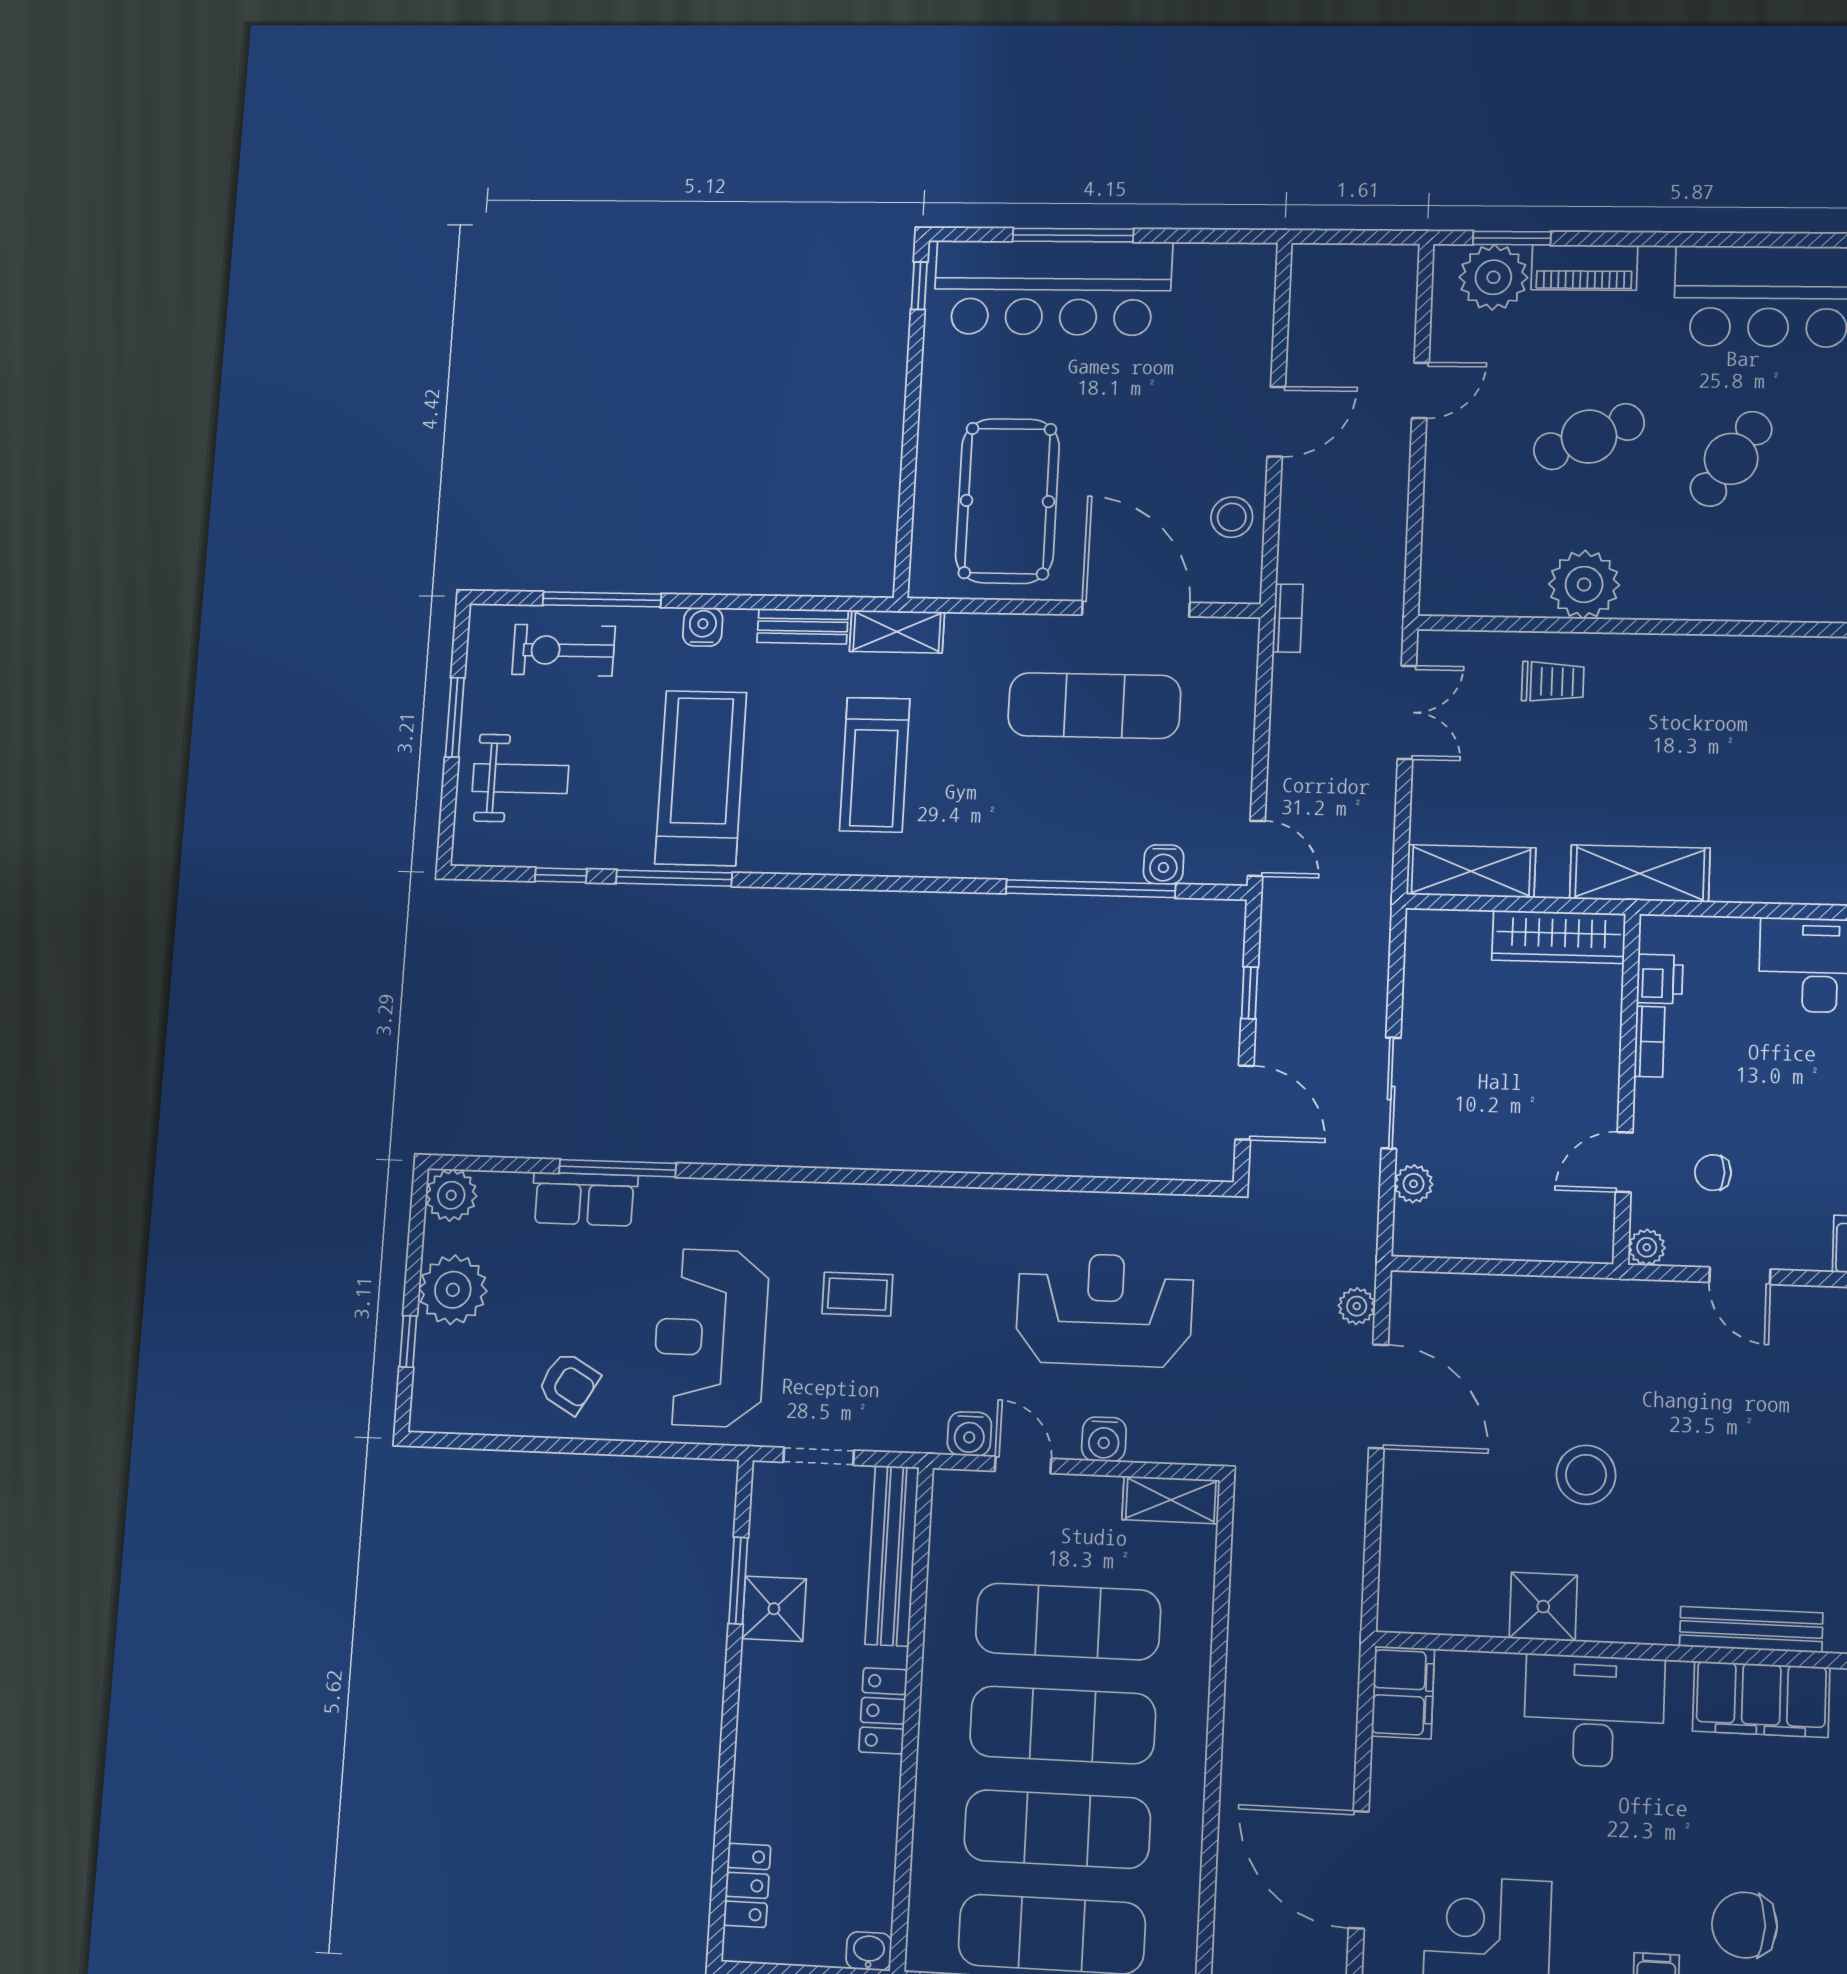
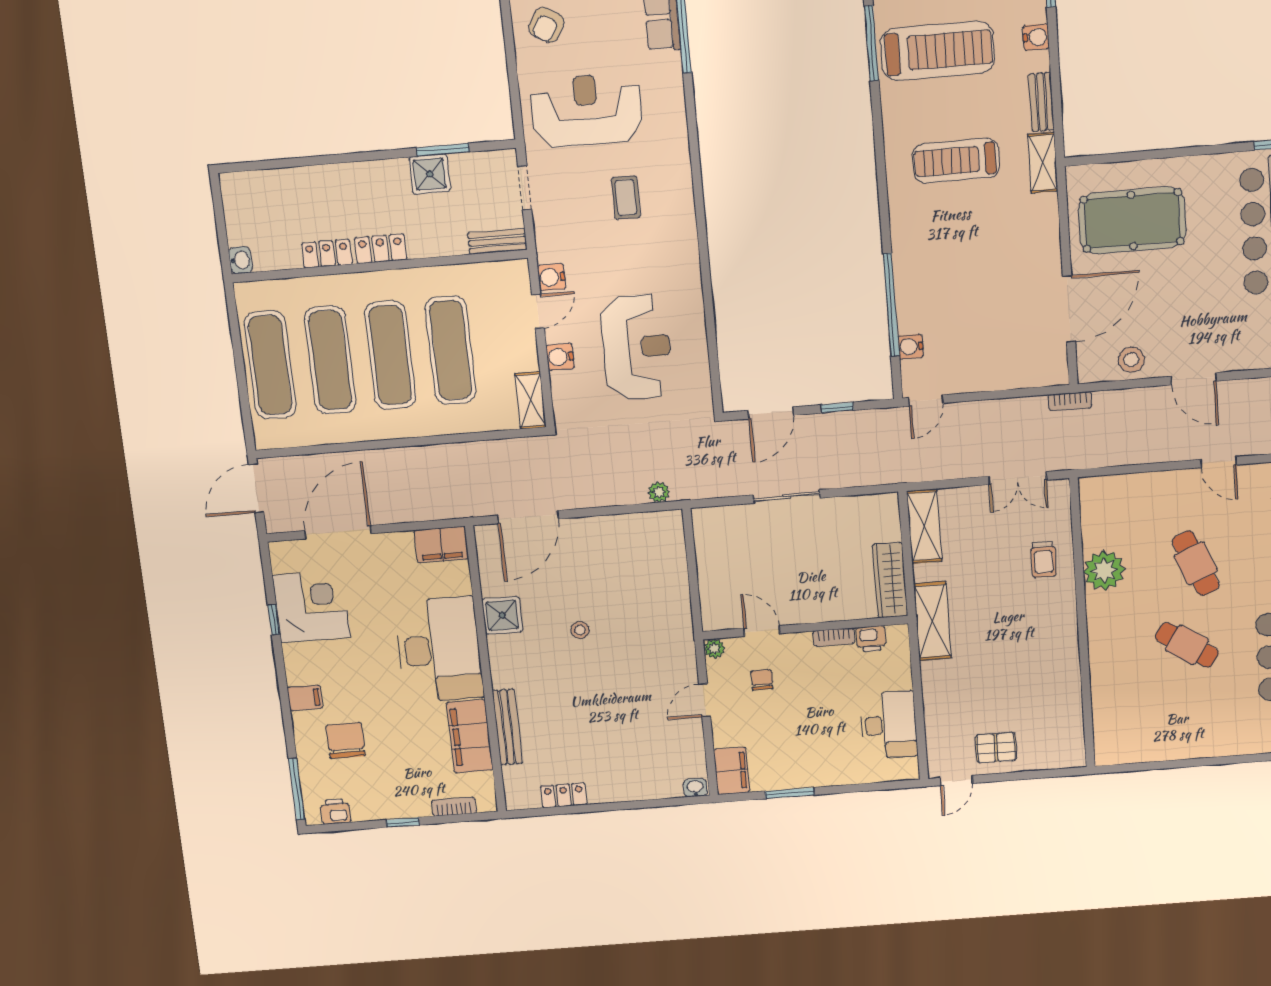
exercise mat: (1094, 706) -> (1006, 292), removed
plant: (1414, 1184) -> (735, 516), removed
door: (1378, 1396) -> (528, 517), moved
stool: (1586, 1475) -> (580, 630), width x0.53, depth x0.53
bench: (892, 1556) -> (497, 241), width x0.54, depth x0.82
desk: (1594, 1711) -> (439, 650), width x1.36, depth x1.30
locker: (747, 1885) -> (327, 254), moved, turned 180

